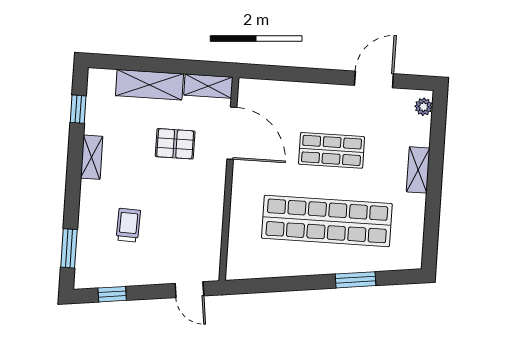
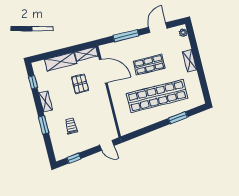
window: (303, 75) -> (126, 36), added
pallet: (175, 144) -> (80, 84), turned 90
window: (69, 248) -> (44, 125), moved

